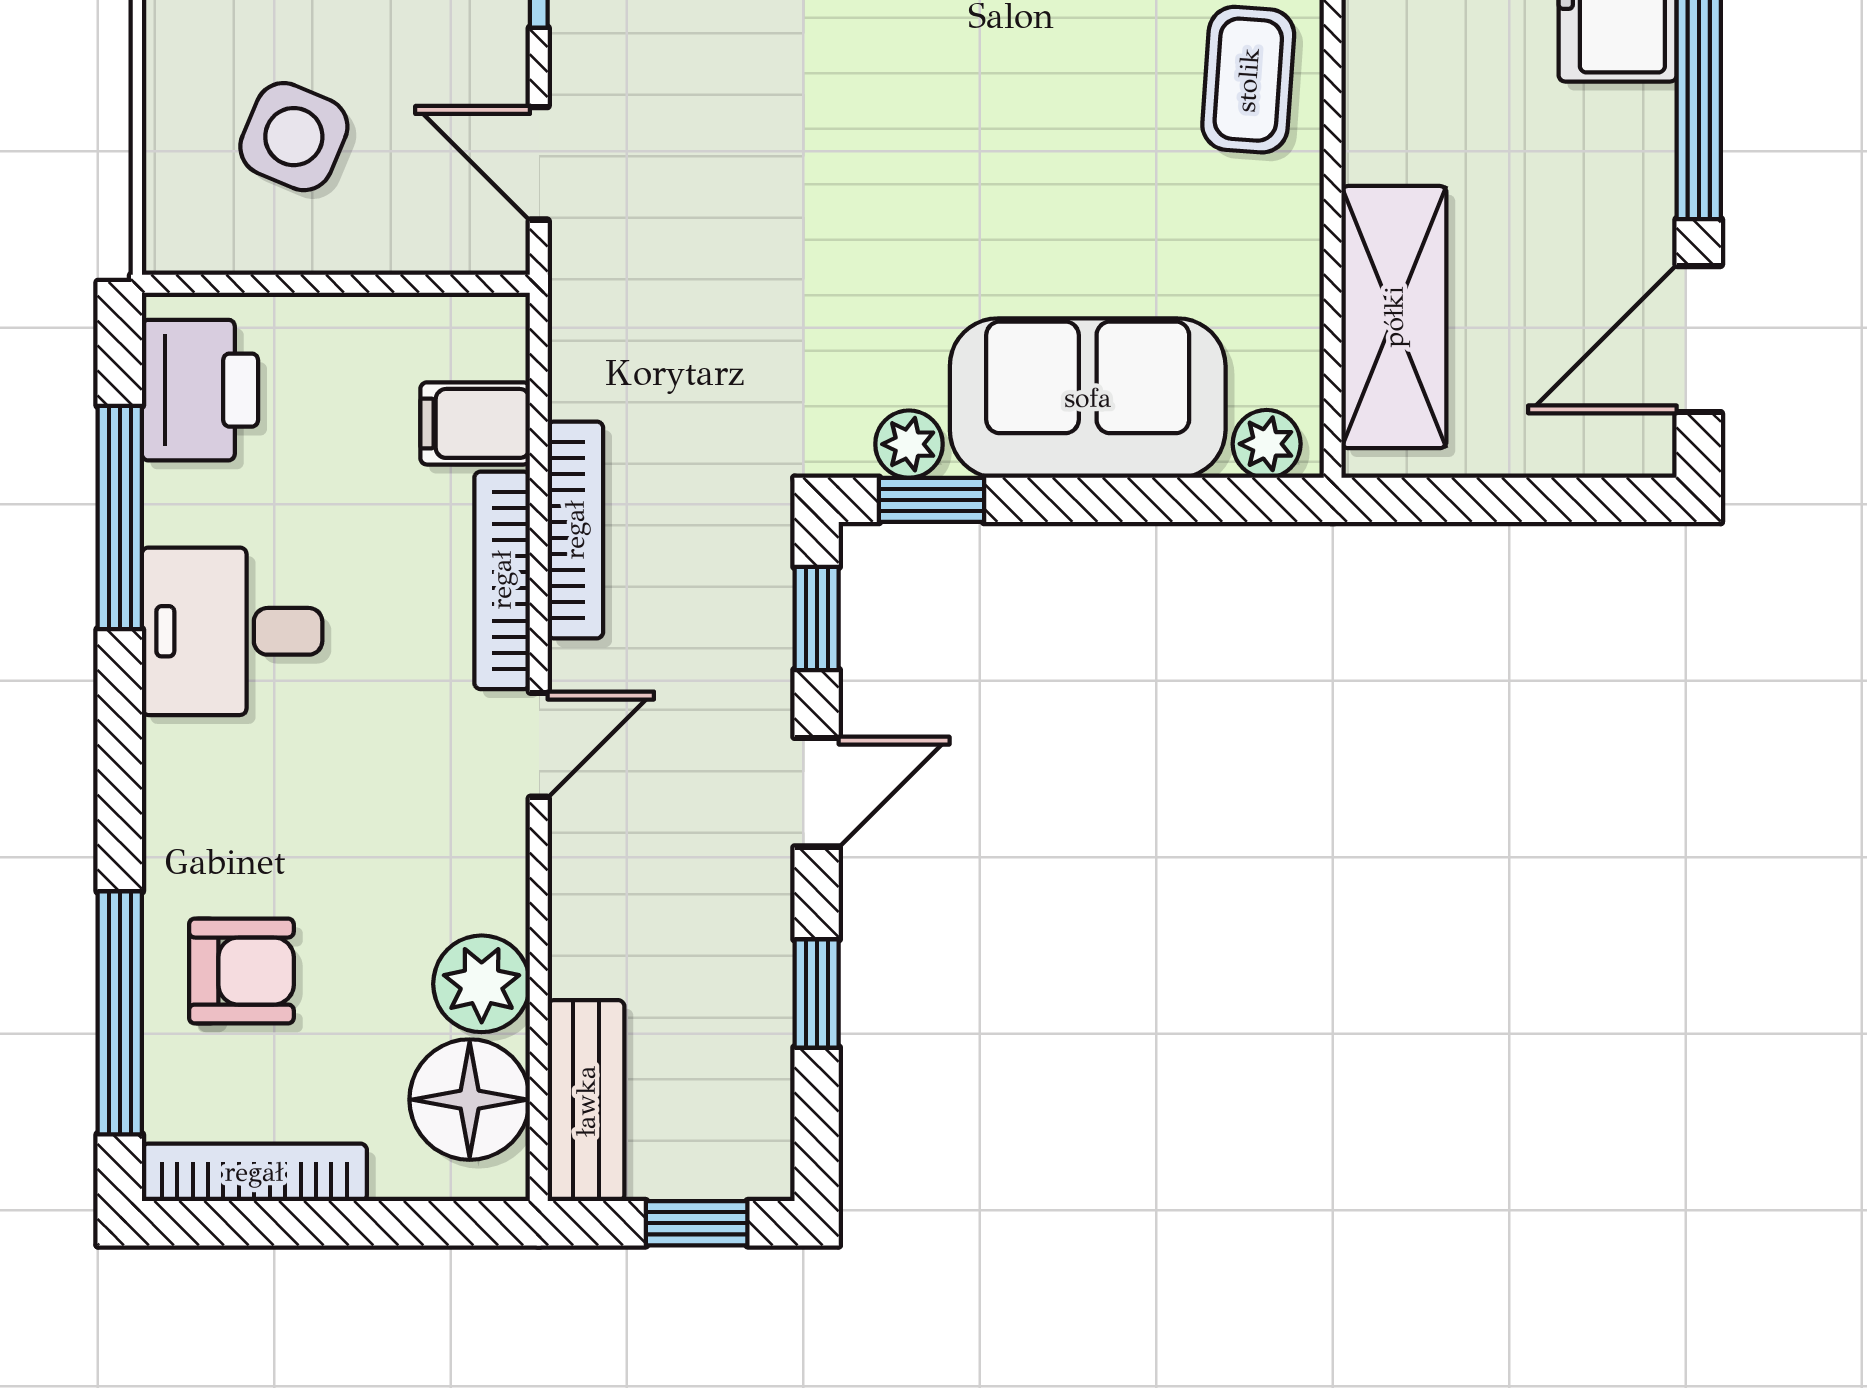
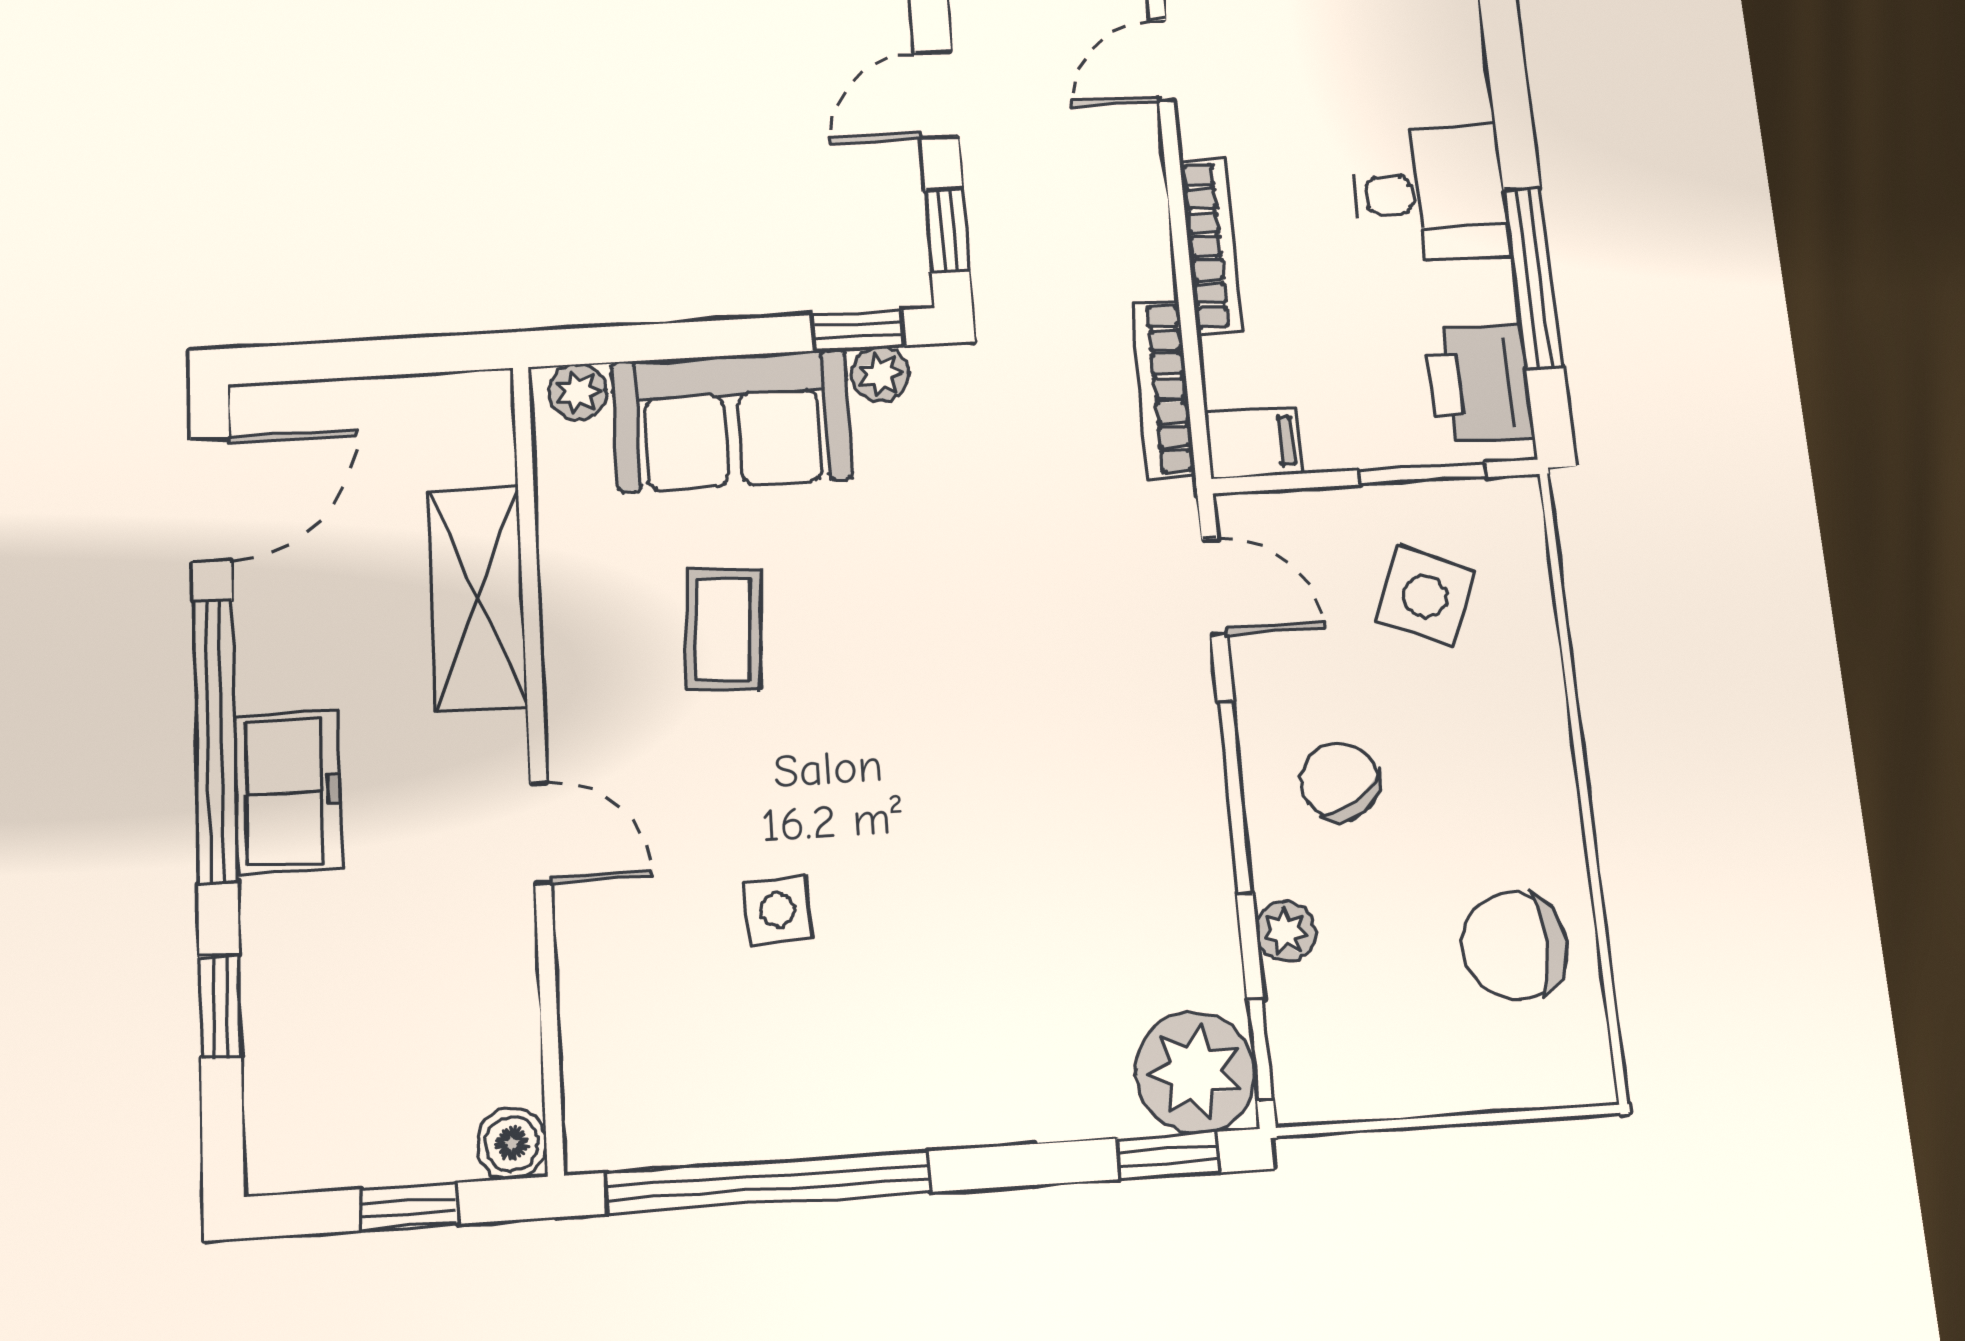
coffee table: (1248, 80) -> (724, 629), moved
window: (281, 284) -> (1422, 474), added
shelving: (1394, 317) -> (478, 599), moved
filing cabinet: (475, 423) -> (1254, 443), moved
bookcase: (575, 530) -> (1164, 389), moved
door: (539, 745) -> (1162, 61), moved

